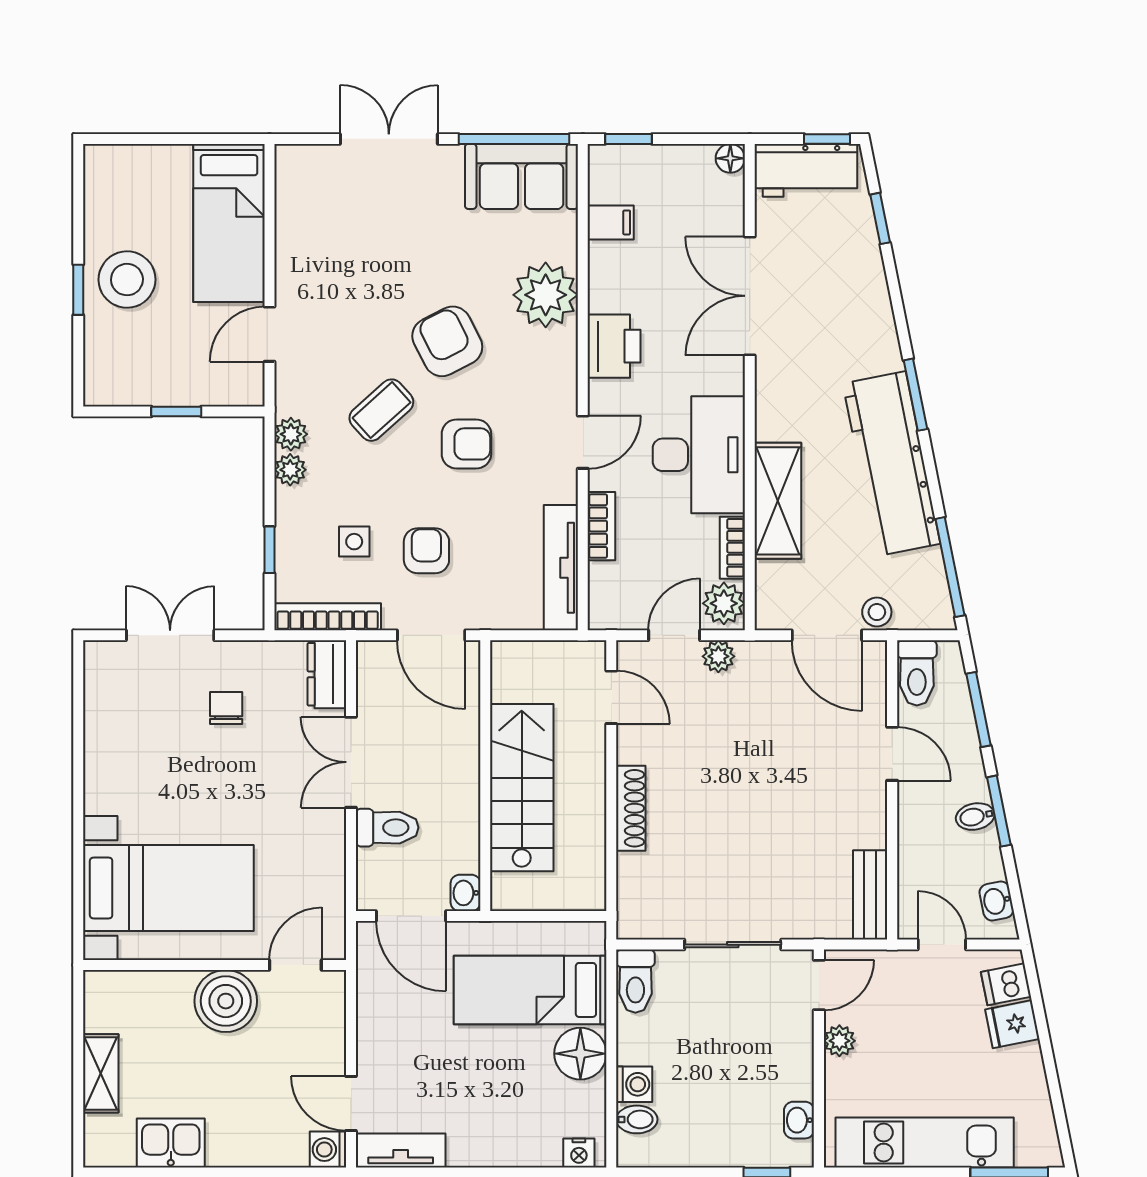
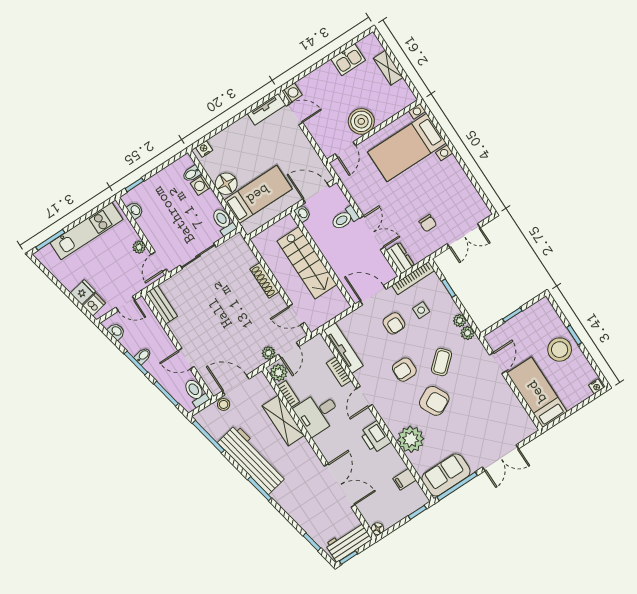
nightstand: (102, 157) -> (596, 386), added
desk: (699, 455) -> (318, 413), width x0.73

